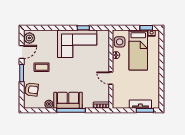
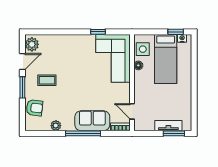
corner sofa: (77, 44) -> (113, 58), moved, turned 90
door: (111, 78) -> (132, 111), moved
sofa: (68, 100) -> (92, 121), moved

